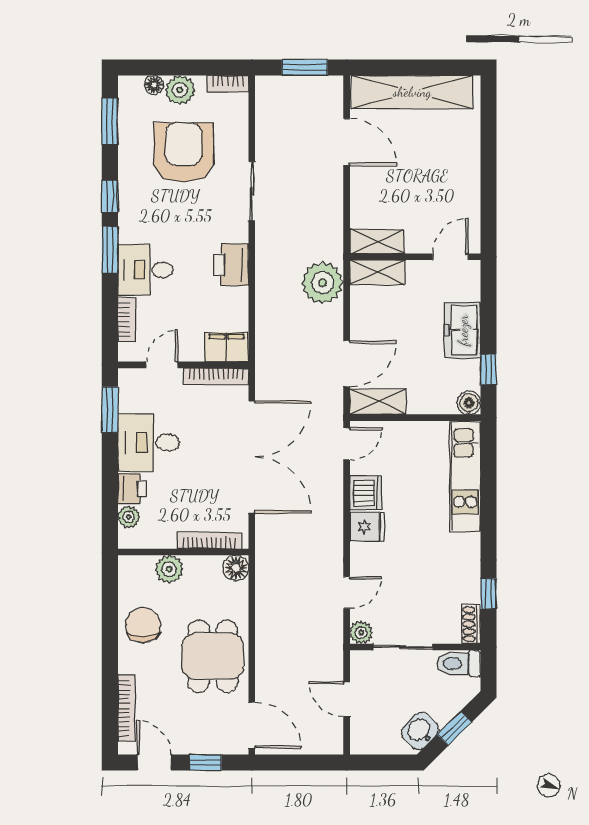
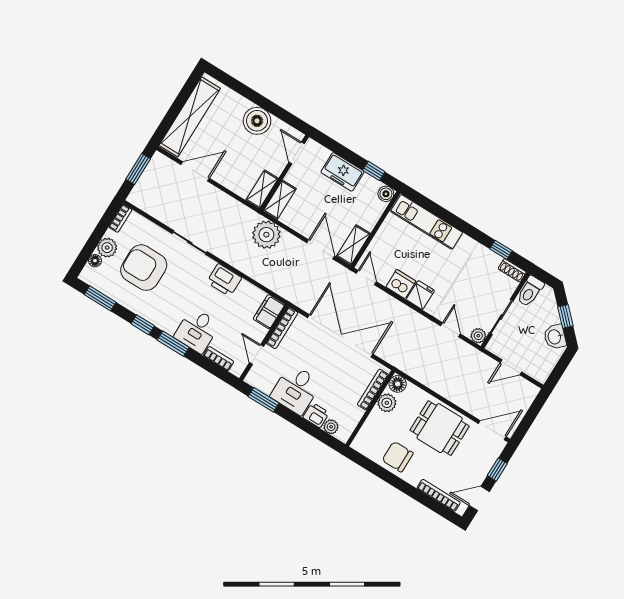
boiler: (460, 181) -> (257, 121), added
plant: (169, 569) -> (387, 403), moved

